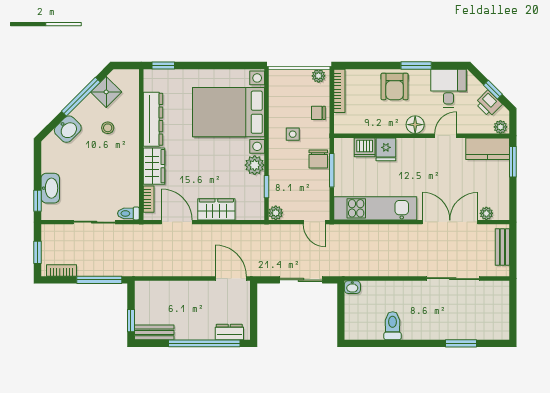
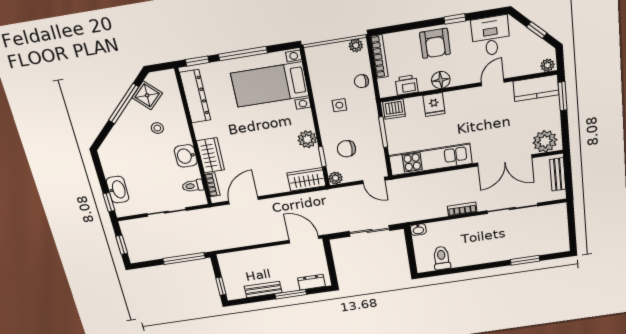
window: (209, 66) -> (243, 54), added
window: (416, 66) -> (455, 19), width x0.67
printer: (489, 104) -> (407, 85), moved, turned 135
bed with nightstands: (228, 112) -> (270, 85), width x0.73
dresser: (153, 119) -> (195, 96), moved
floor lamp: (415, 125) -> (441, 80), moved
washbasin: (68, 129) -> (186, 156), moved, turned 135
dishwasher: (365, 147) -> (394, 109), moved
chair: (318, 159) -> (346, 149), moved, turned 90
wardrobe: (216, 209) -> (306, 179), moved
toilet: (128, 213) -> (193, 186), moved
plant: (486, 213) -> (545, 141), width x1.87, depth x1.87
door: (177, 222) -> (244, 200), hinge flipped
double door: (450, 222) -> (505, 160), swing flipped
bookcase: (61, 271) -> (462, 209), moved
toilet: (393, 326) -> (442, 258), moved
bench: (154, 332) -> (263, 289), moved
window: (204, 343) -> (291, 294), width x0.47

